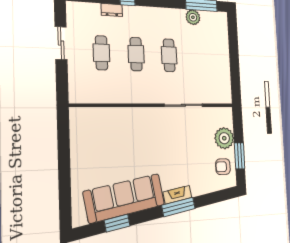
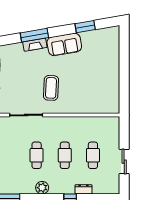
plant: (193, 17) -> (42, 188), moved
coffee table: (156, 140) -> (51, 88), added
sofa: (124, 198) -> (64, 44), width x0.54, depth x0.79

